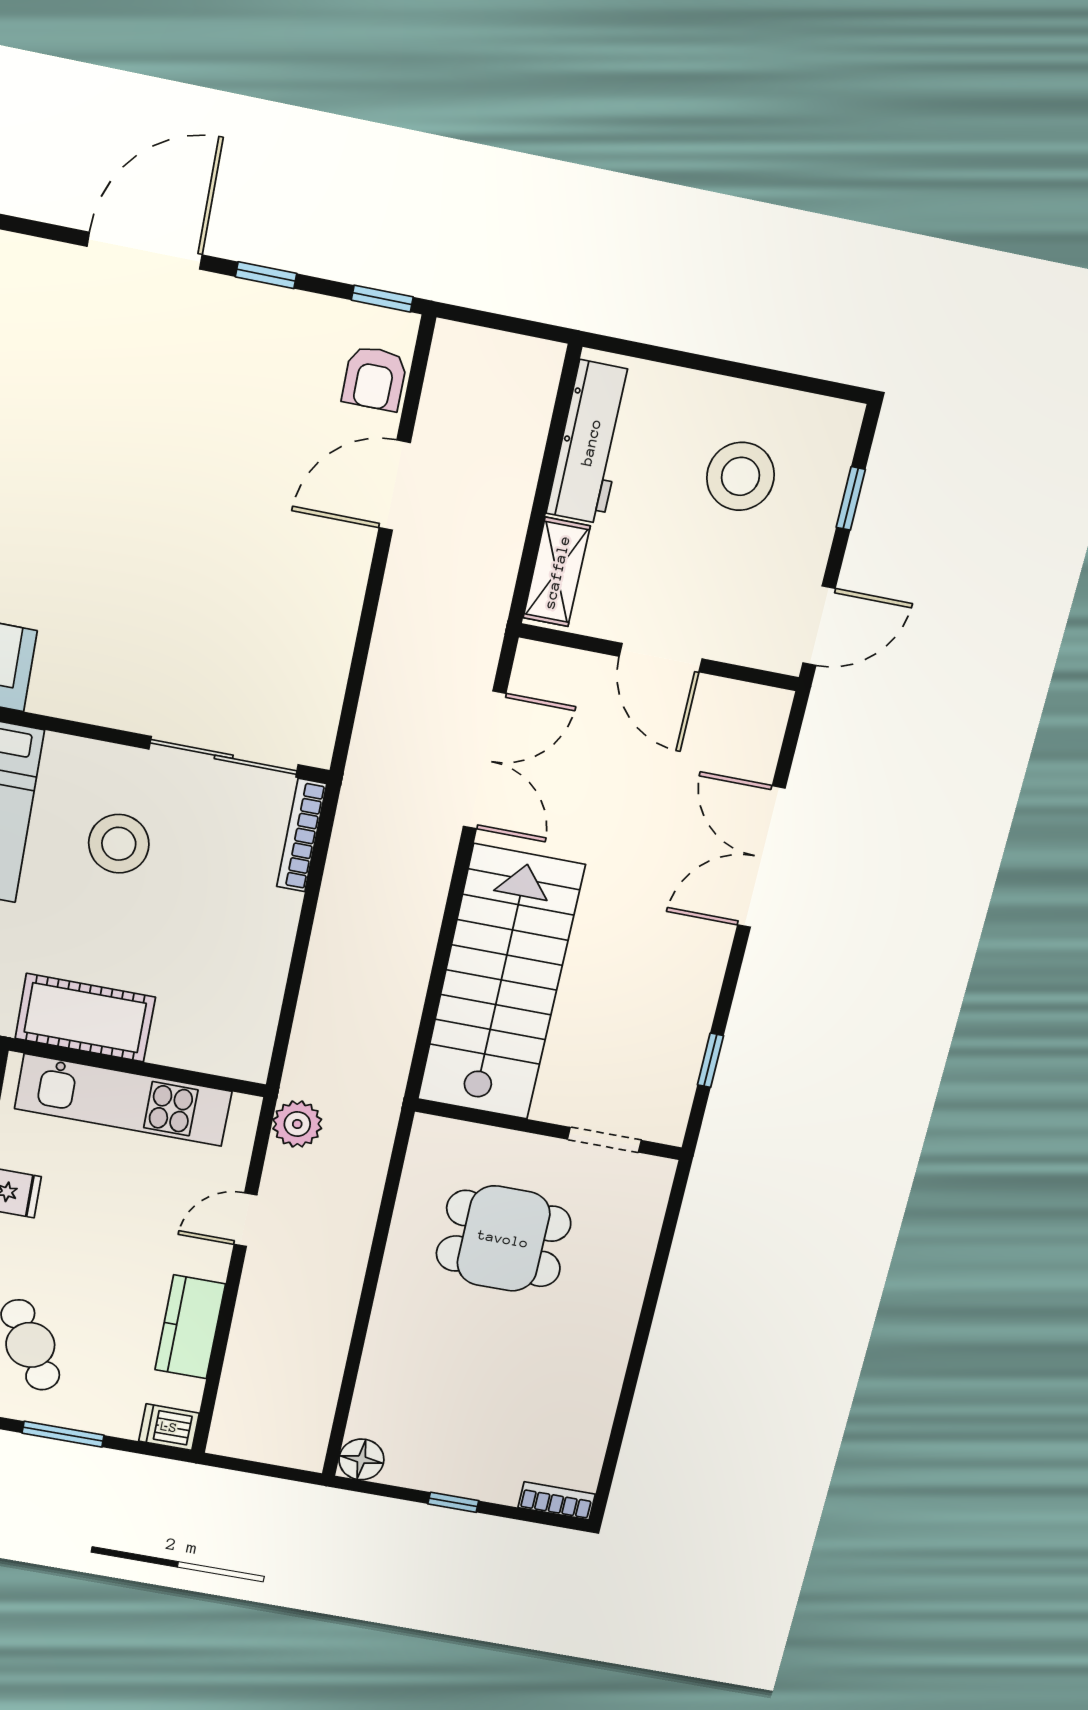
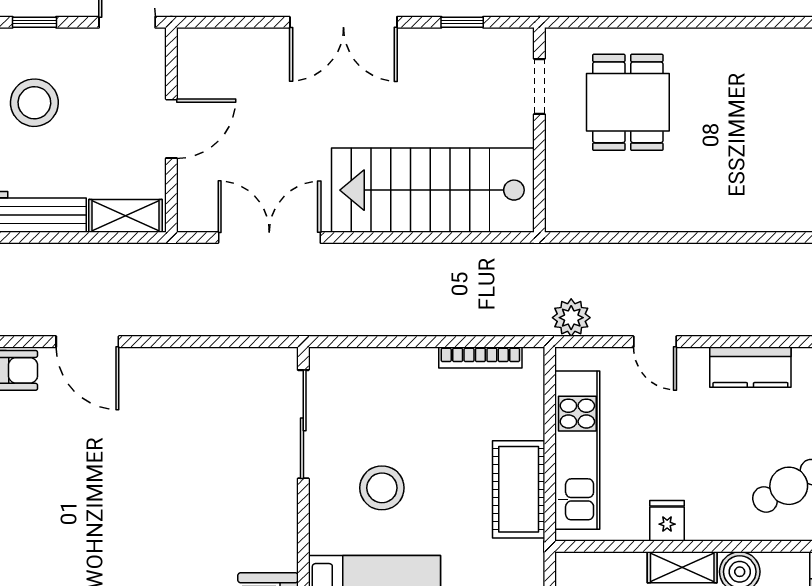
bookcase: (302, 835) -> (480, 357), moved
double door: (761, 857) -> (343, 22), moved
dining table: (503, 1239) -> (628, 102), moved

